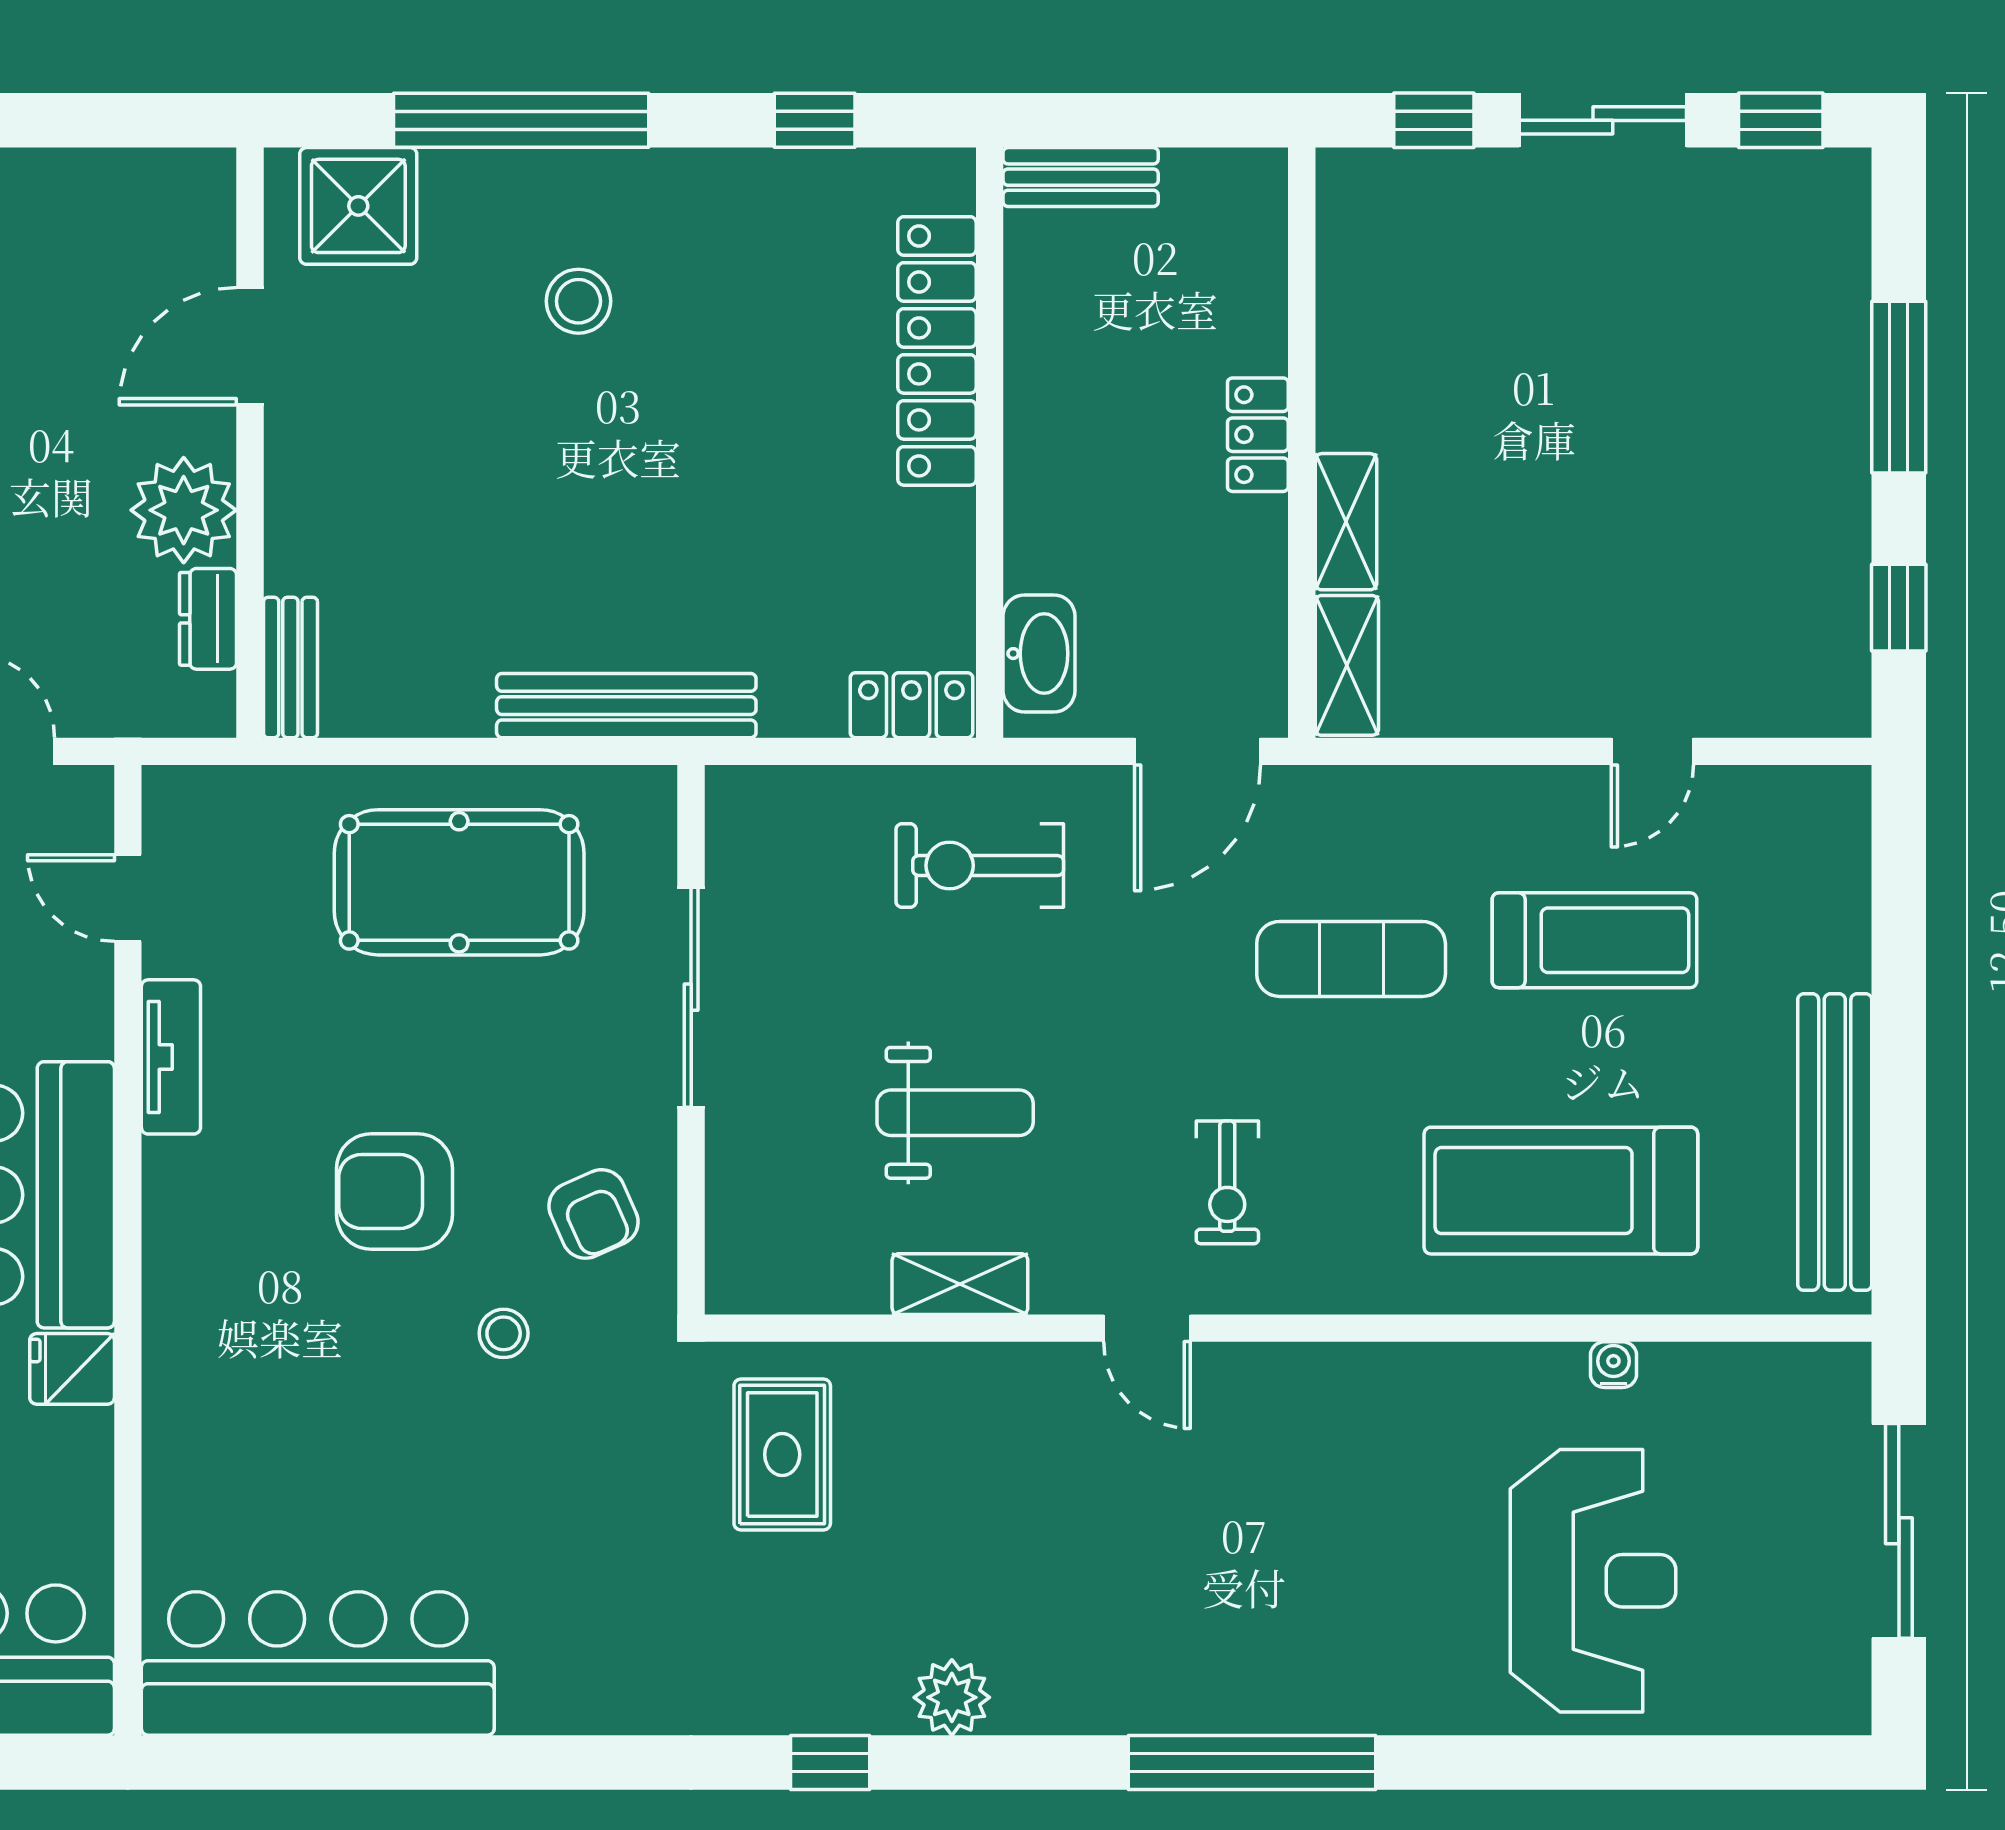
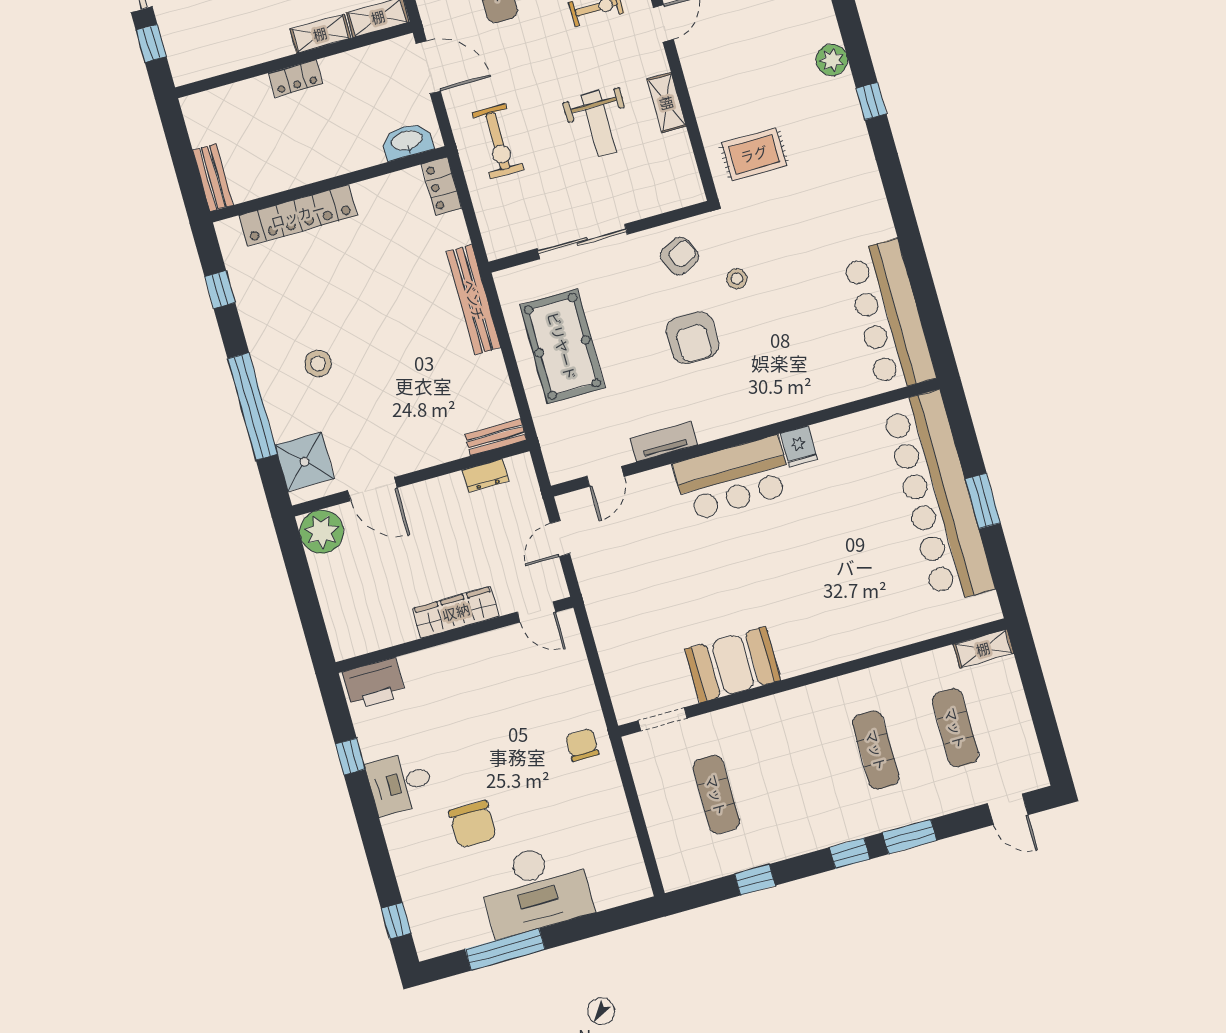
plant: (184, 510) -> (322, 532), moved
weight bench: (955, 1113) -> (599, 124), turned 180

